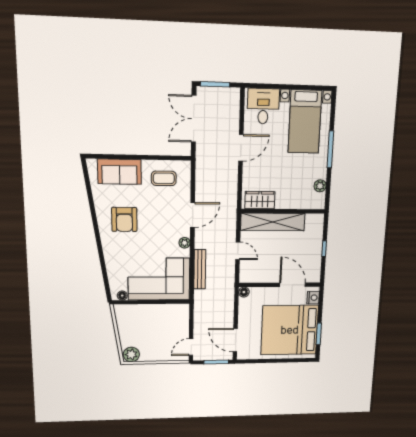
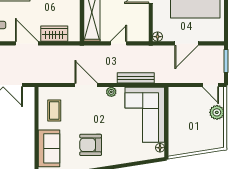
wardrobe: (260, 200) -> (54, 34), moved, turned 90
armchair: (124, 219) -> (91, 145), turned 180
door: (235, 340) -> (186, 43), moved
plant: (131, 354) -> (217, 112), moved

